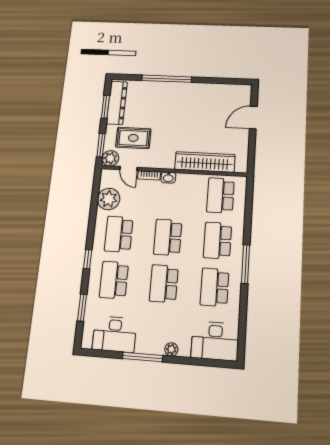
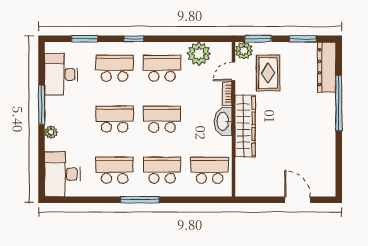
dresser: (117, 103) -> (327, 67), moved, turned 90
wardrobe: (205, 162) -> (245, 126), moved
washbasin: (168, 178) -> (223, 121), width x1.91, depth x1.45

